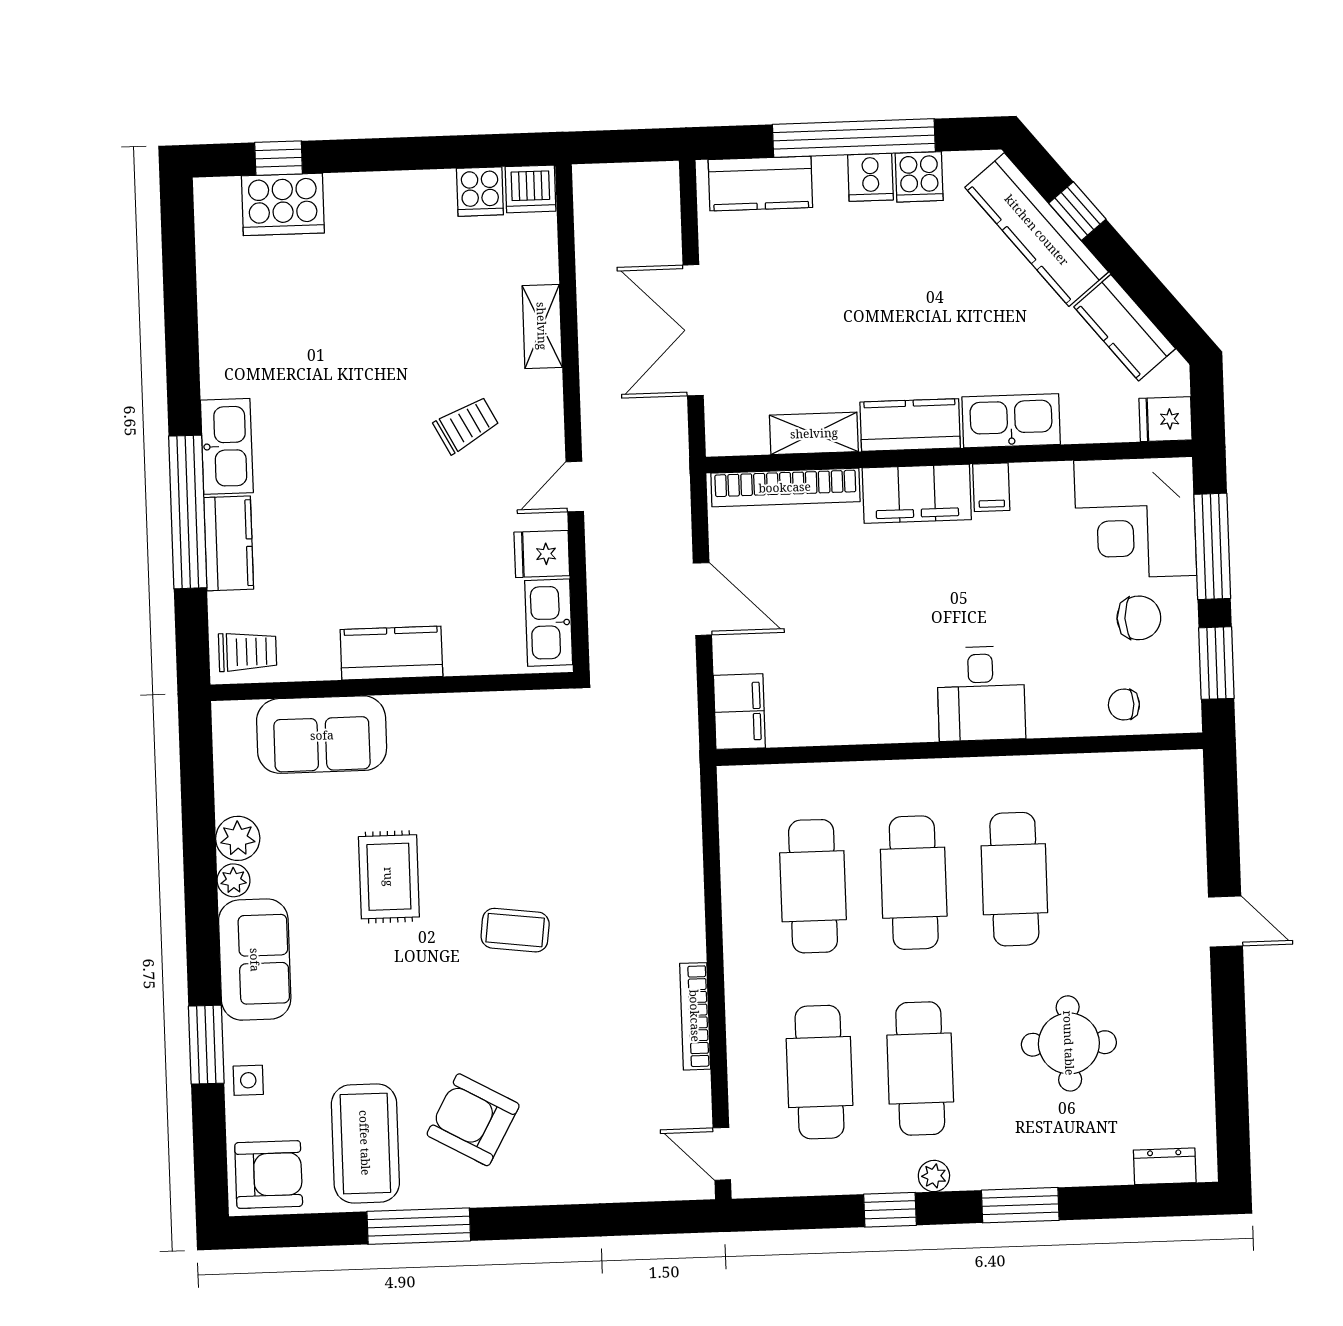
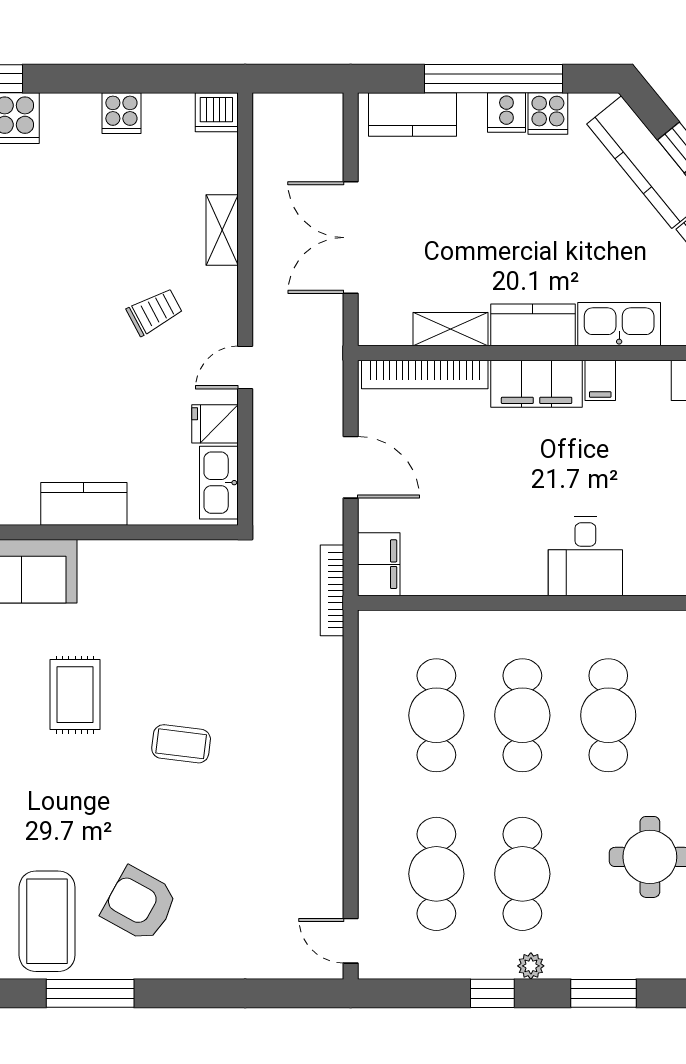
cooker: (480, 192) -> (121, 113), moved
bookcase: (695, 1016) -> (332, 590), moved

